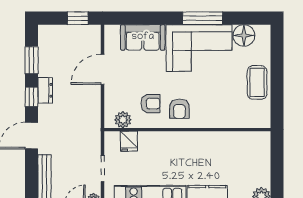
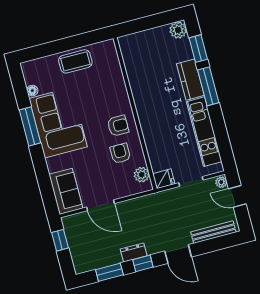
floor lamp: (244, 35) -> (32, 91), width x0.53, depth x0.53
sofa: (143, 37) -> (66, 191), moved
fridge: (129, 141) -> (164, 179), moved

